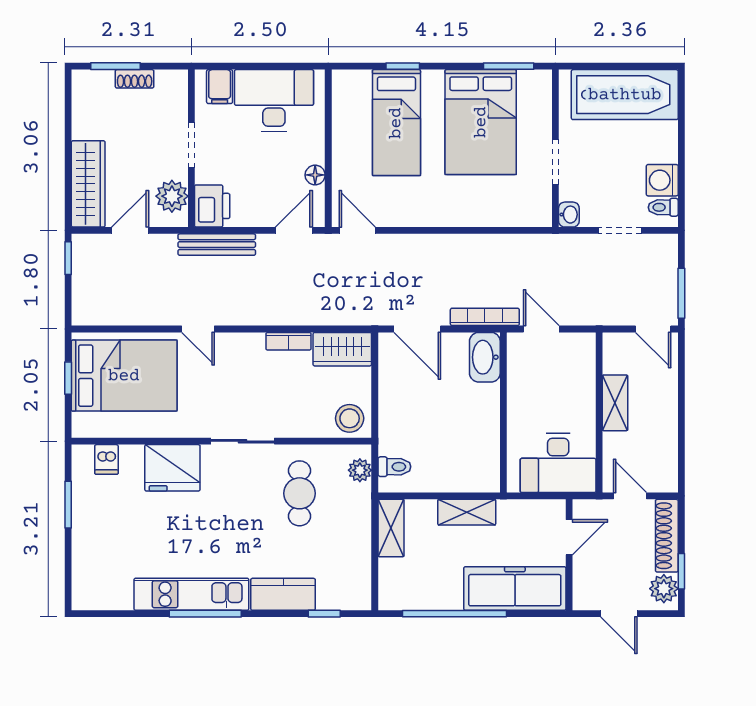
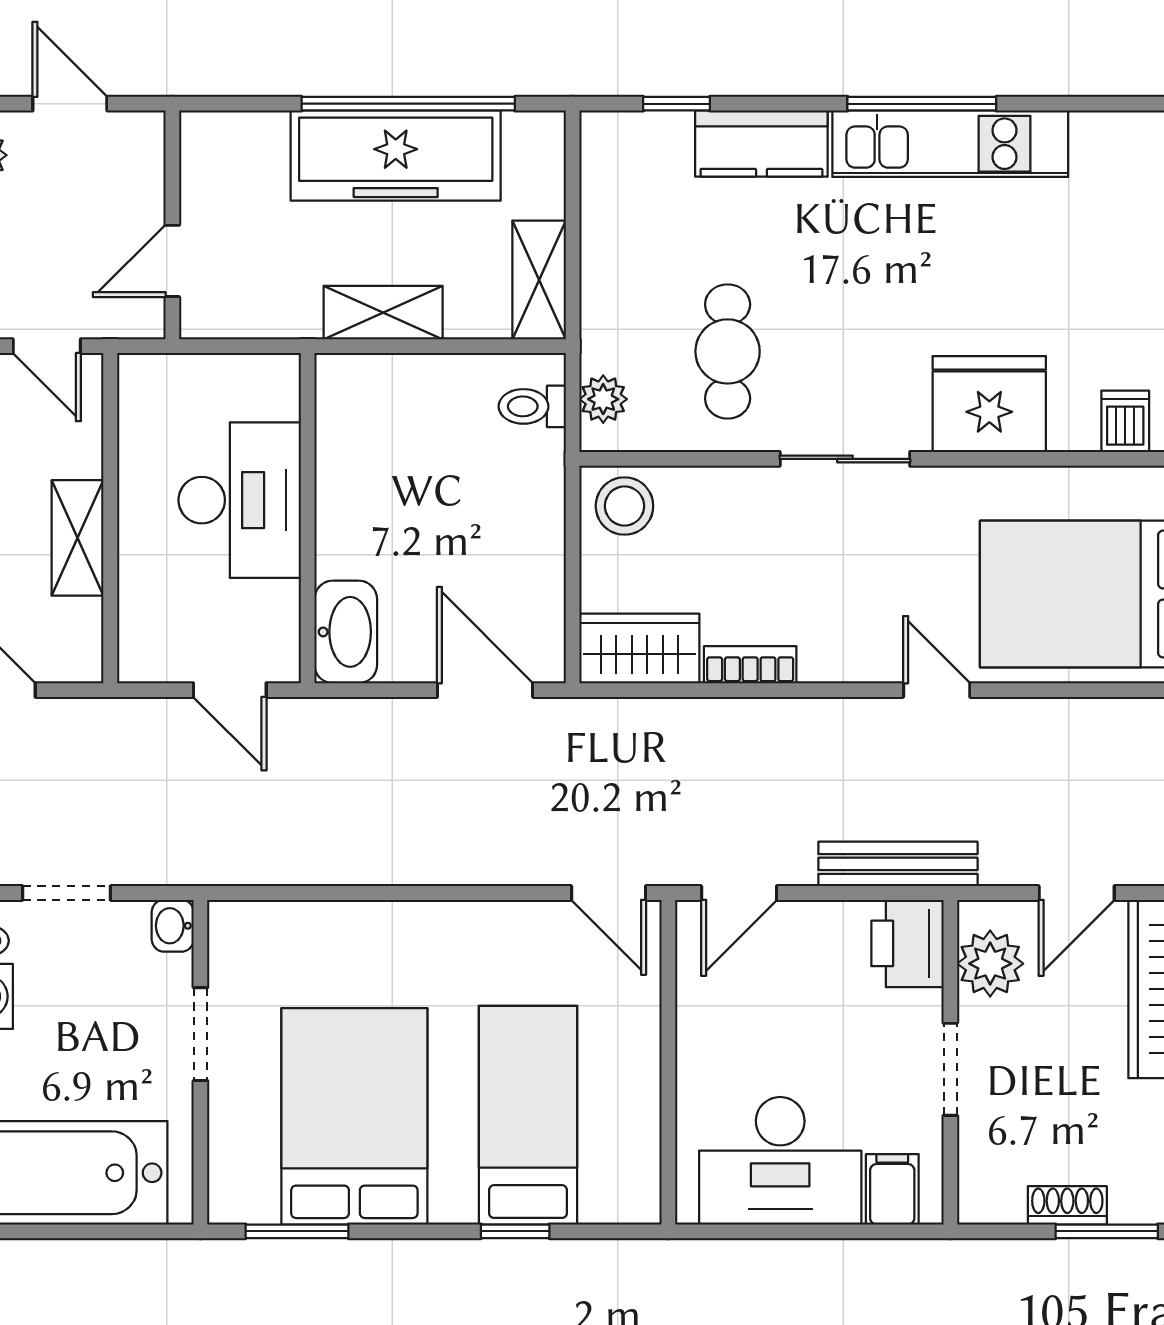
floor lamp: (315, 175) -> (696, 1007), removed
bookcase: (485, 317) -> (346, 715), removed
desk: (558, 463) -> (240, 500), moved, turned 90
freezer: (515, 588) -> (396, 156), moved

